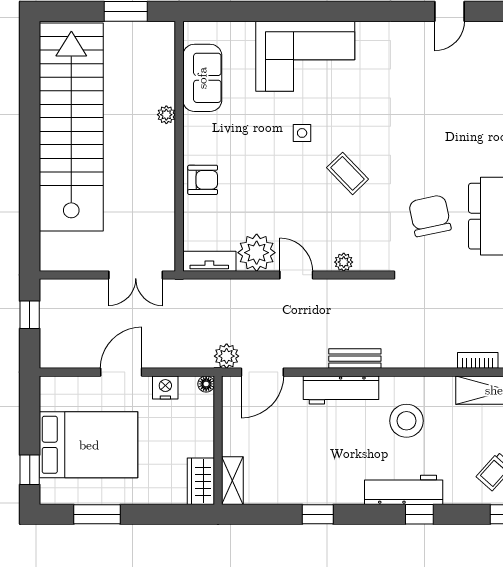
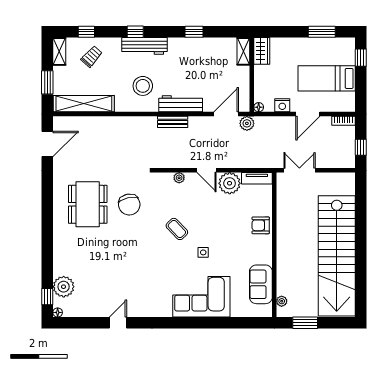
plant: (166, 115) -> (282, 301), moved
bookcase: (478, 360) -> (343, 121), moved
bed: (89, 445) -> (327, 78), width x0.67

